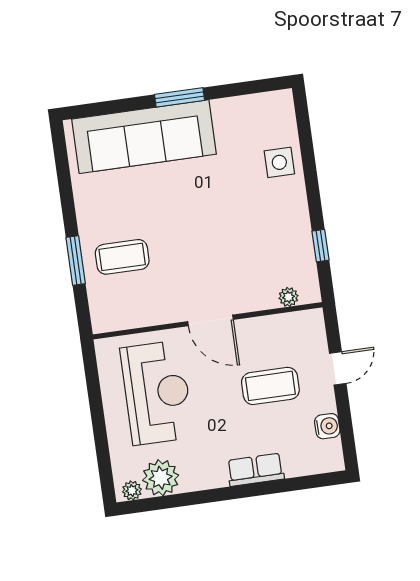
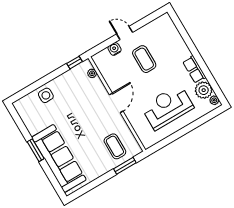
plant: (288, 297) -> (92, 73), moved
door: (210, 320) -> (116, 103), moved
wall: (208, 321) -> (117, 104), moved
water cooler: (327, 426) -> (115, 49), moved
row of seats: (255, 470) -> (194, 70), moved

